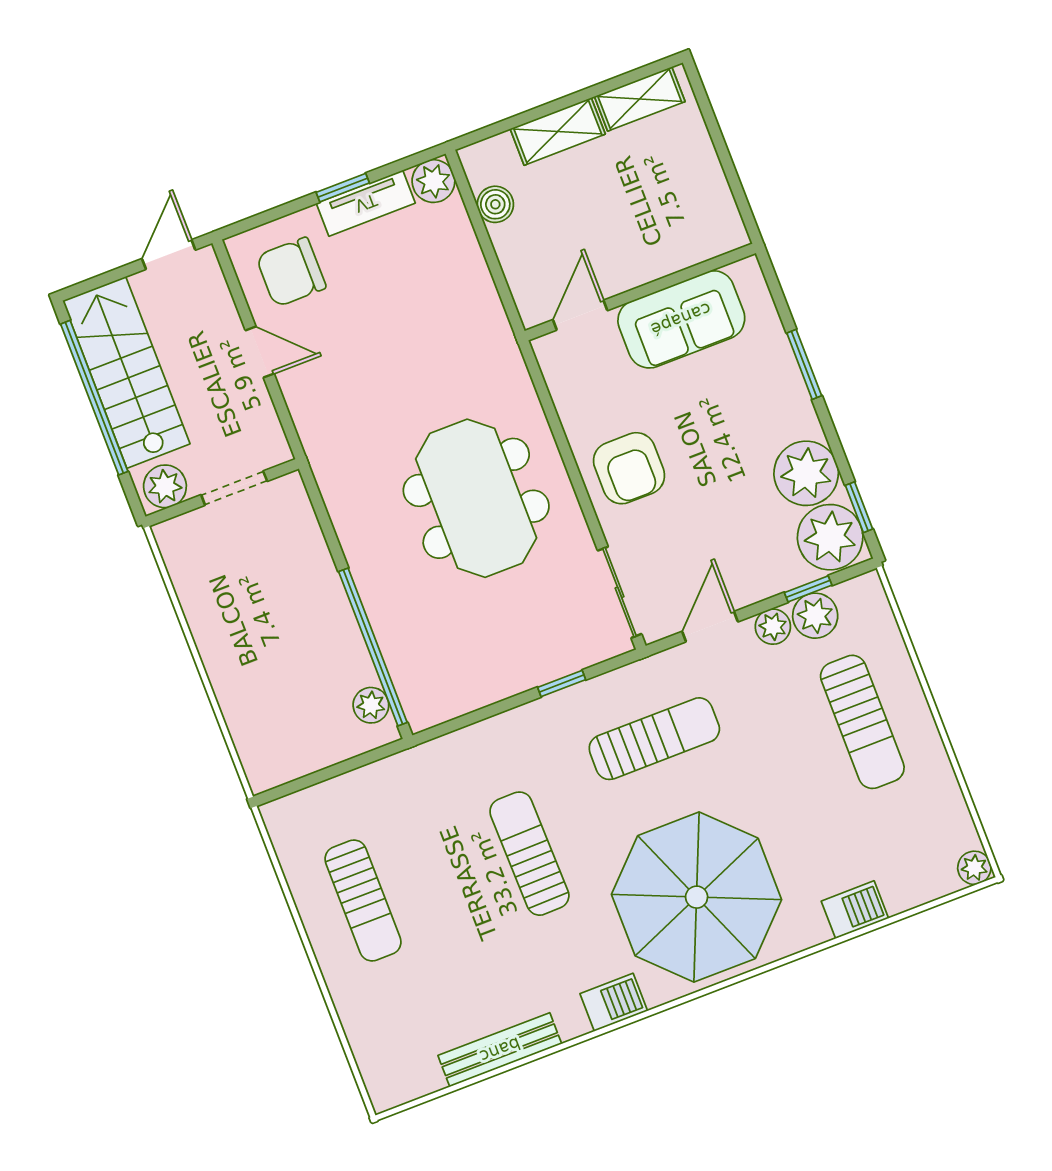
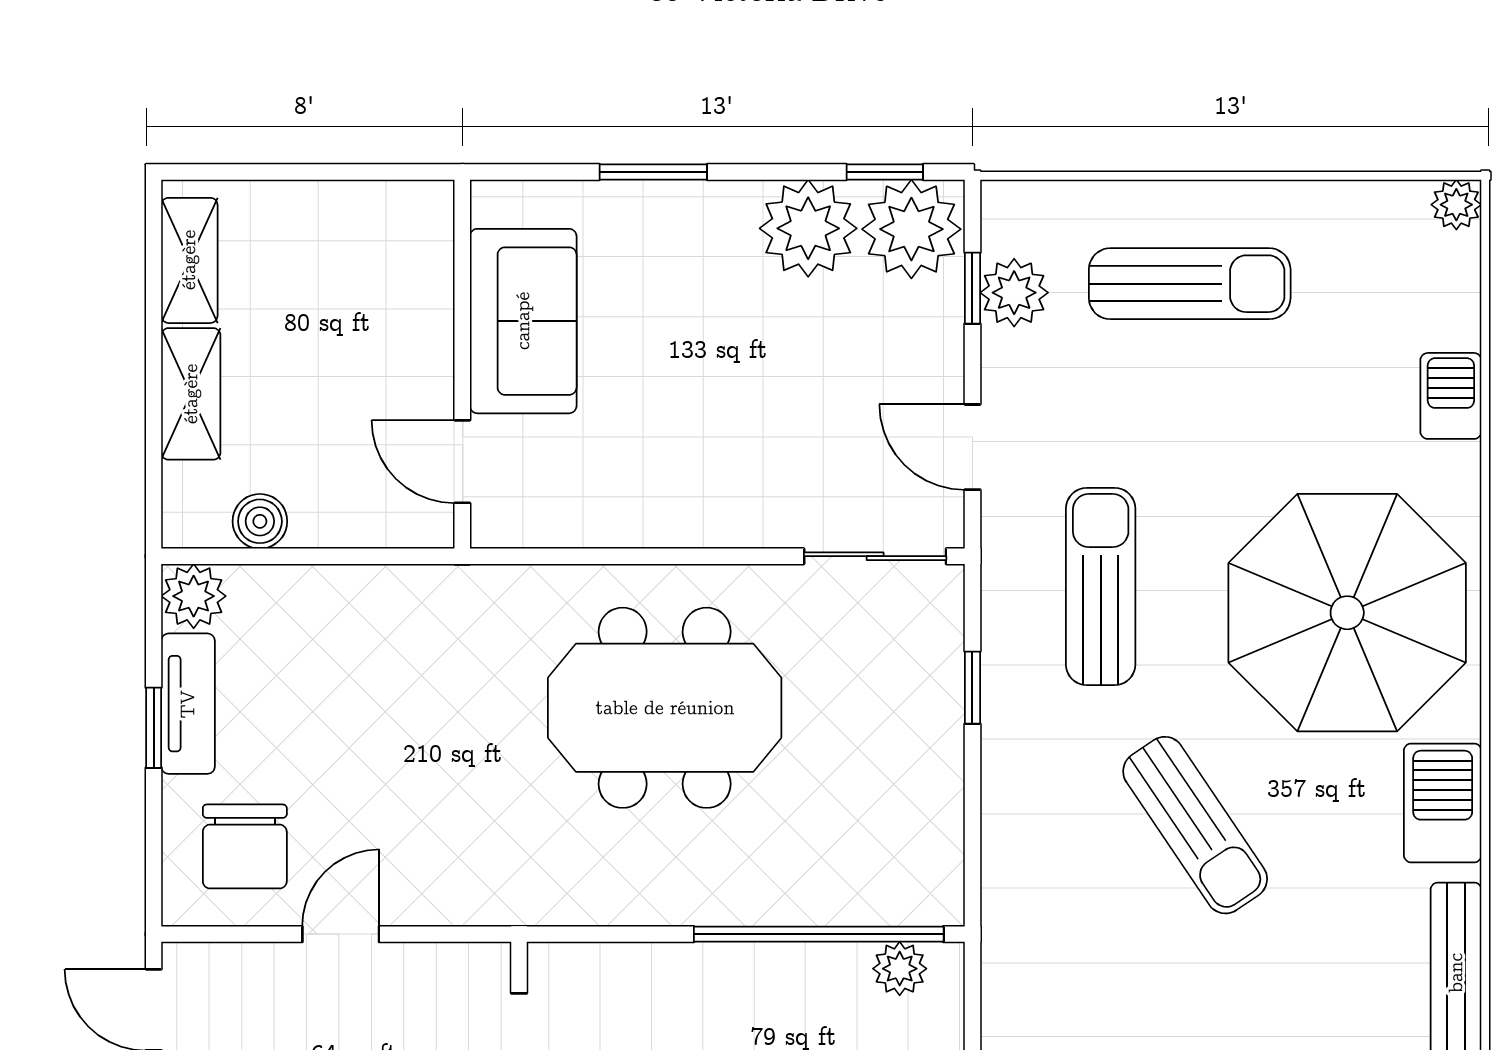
armchair: (629, 468) -> (705, 476), removed
plant: (773, 627) -> (1007, 358), removed
sun lounger: (529, 854) -> (1195, 825), turned -123
barbecue: (614, 1002) -> (1443, 803), width x1.38, depth x1.27

